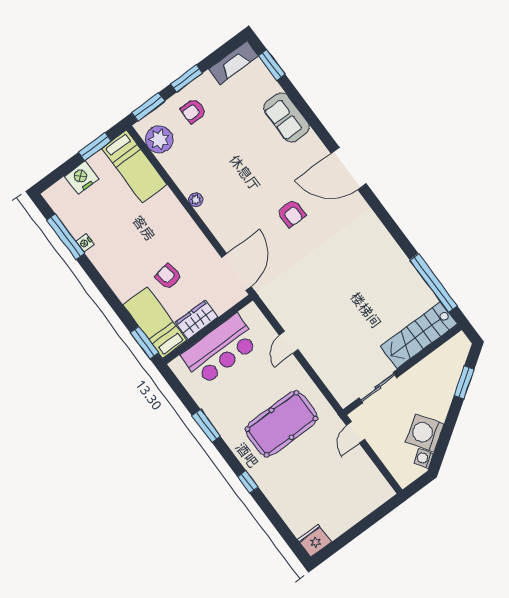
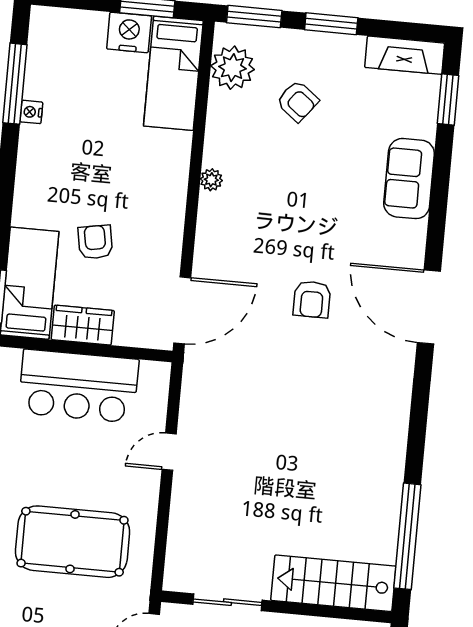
armchair: (193, 111) -> (298, 101), moved, turned -142
nightstand: (82, 177) -> (129, 32), moved

